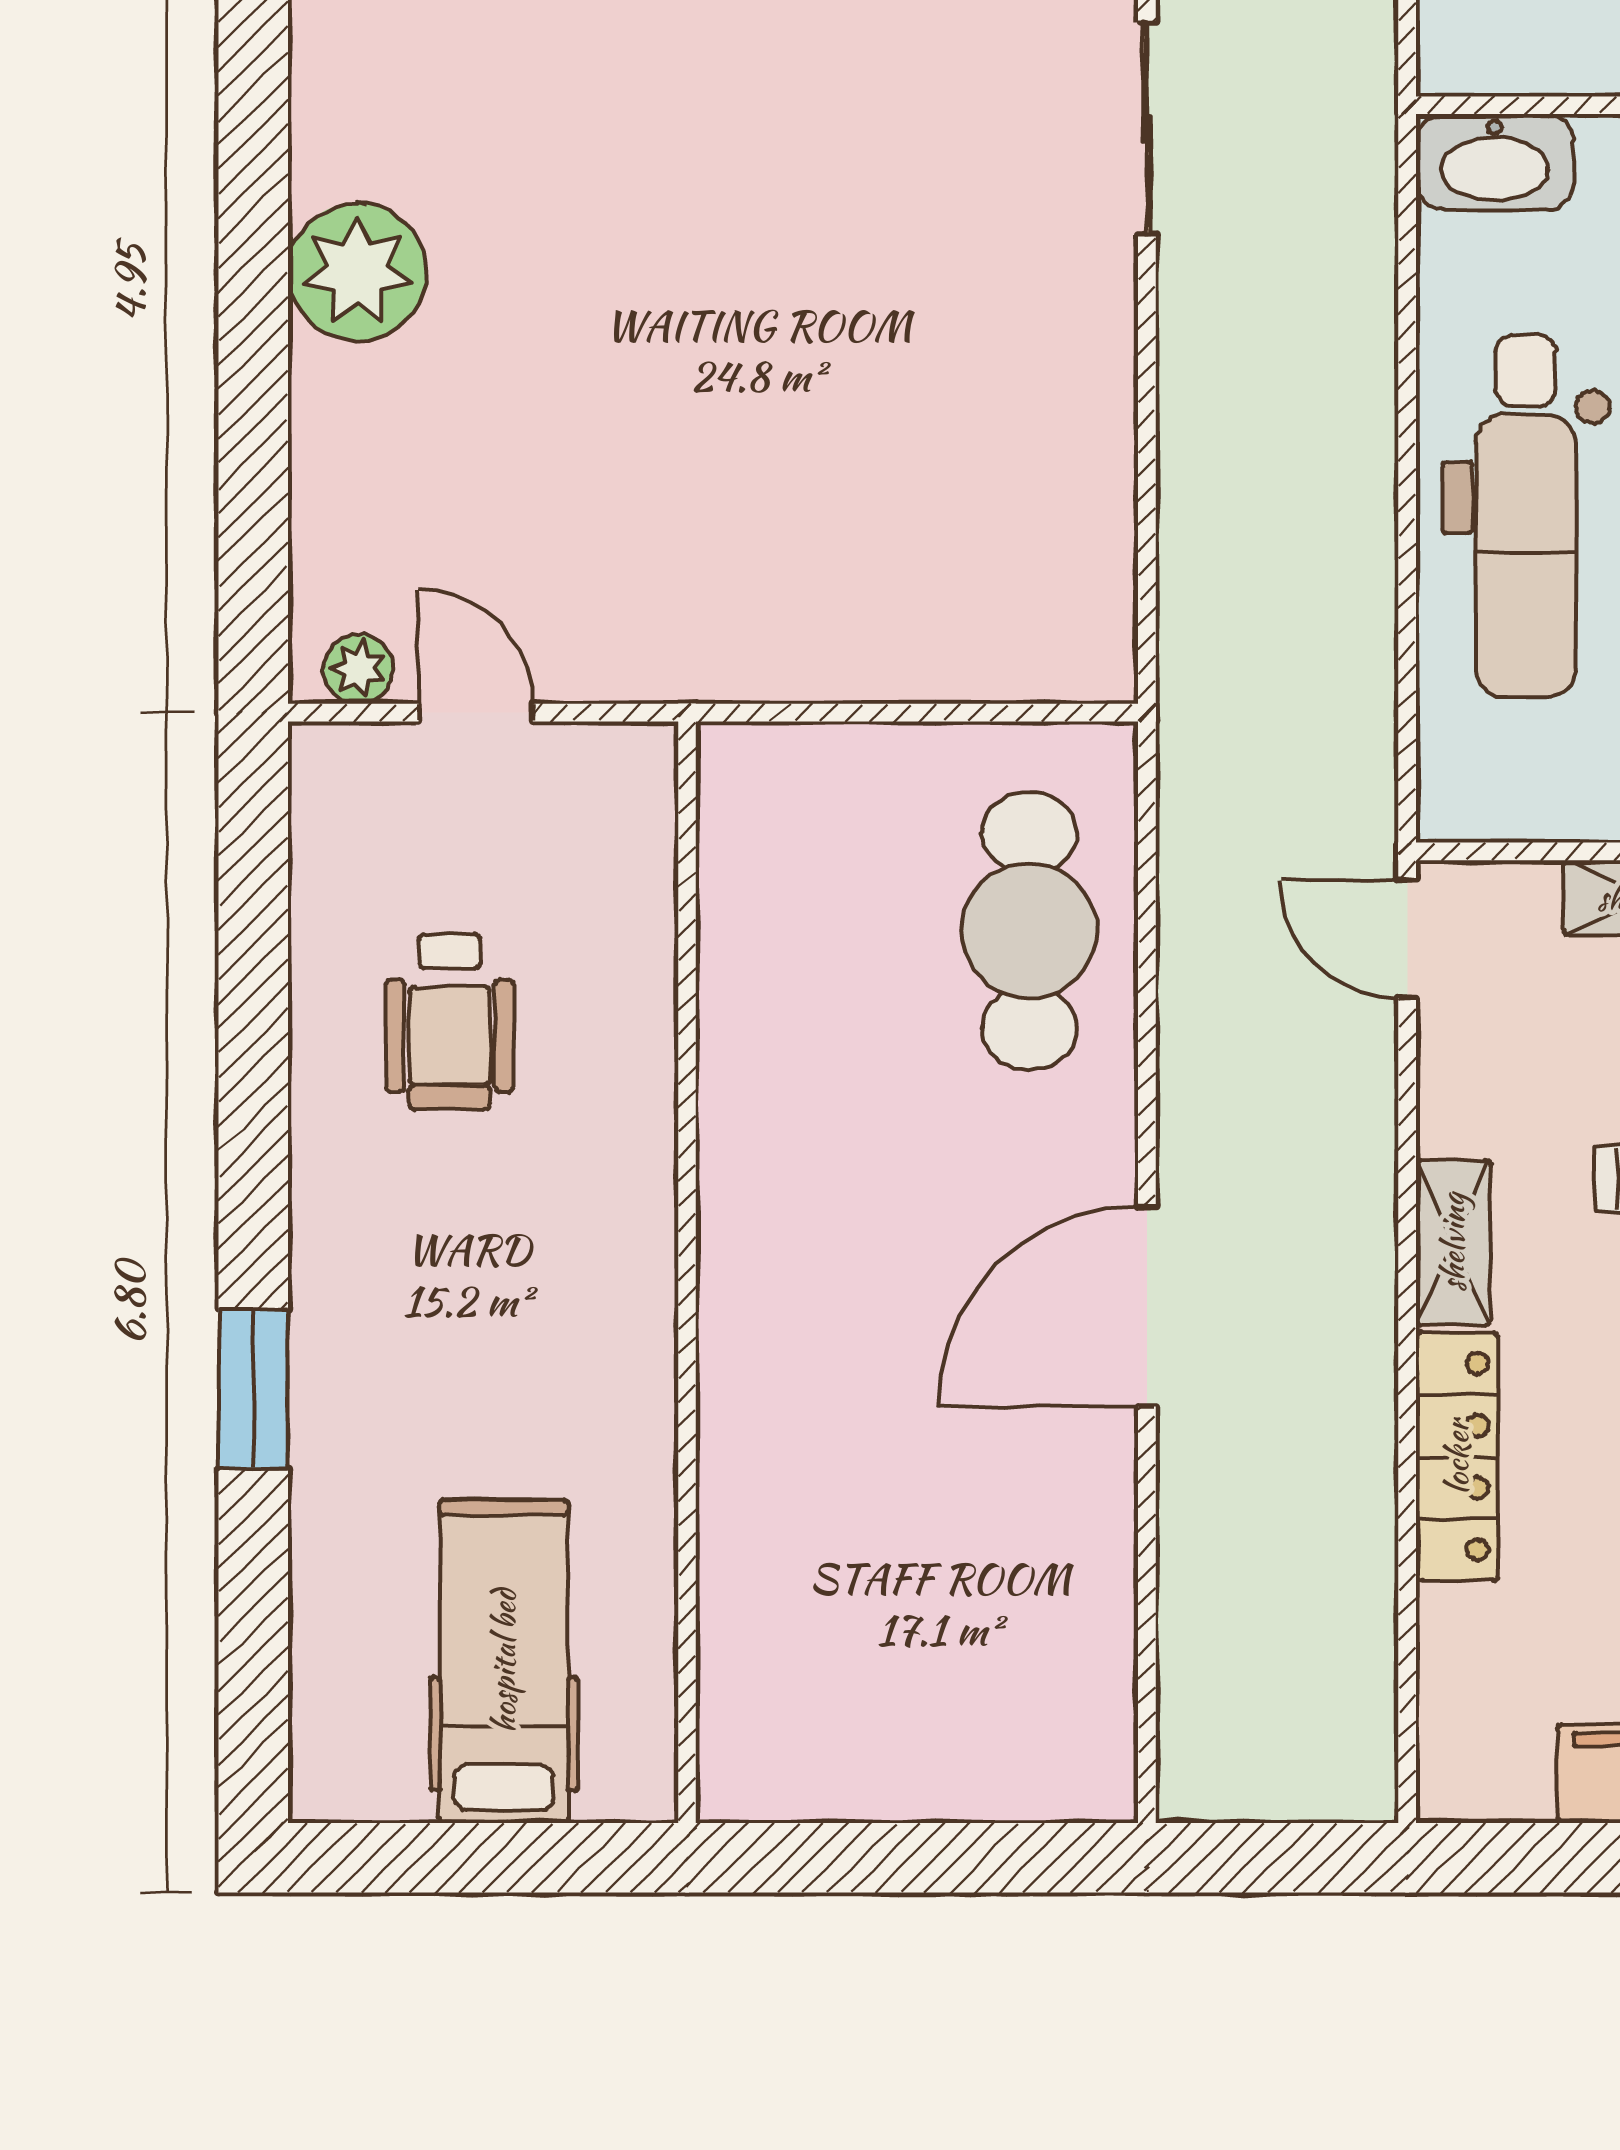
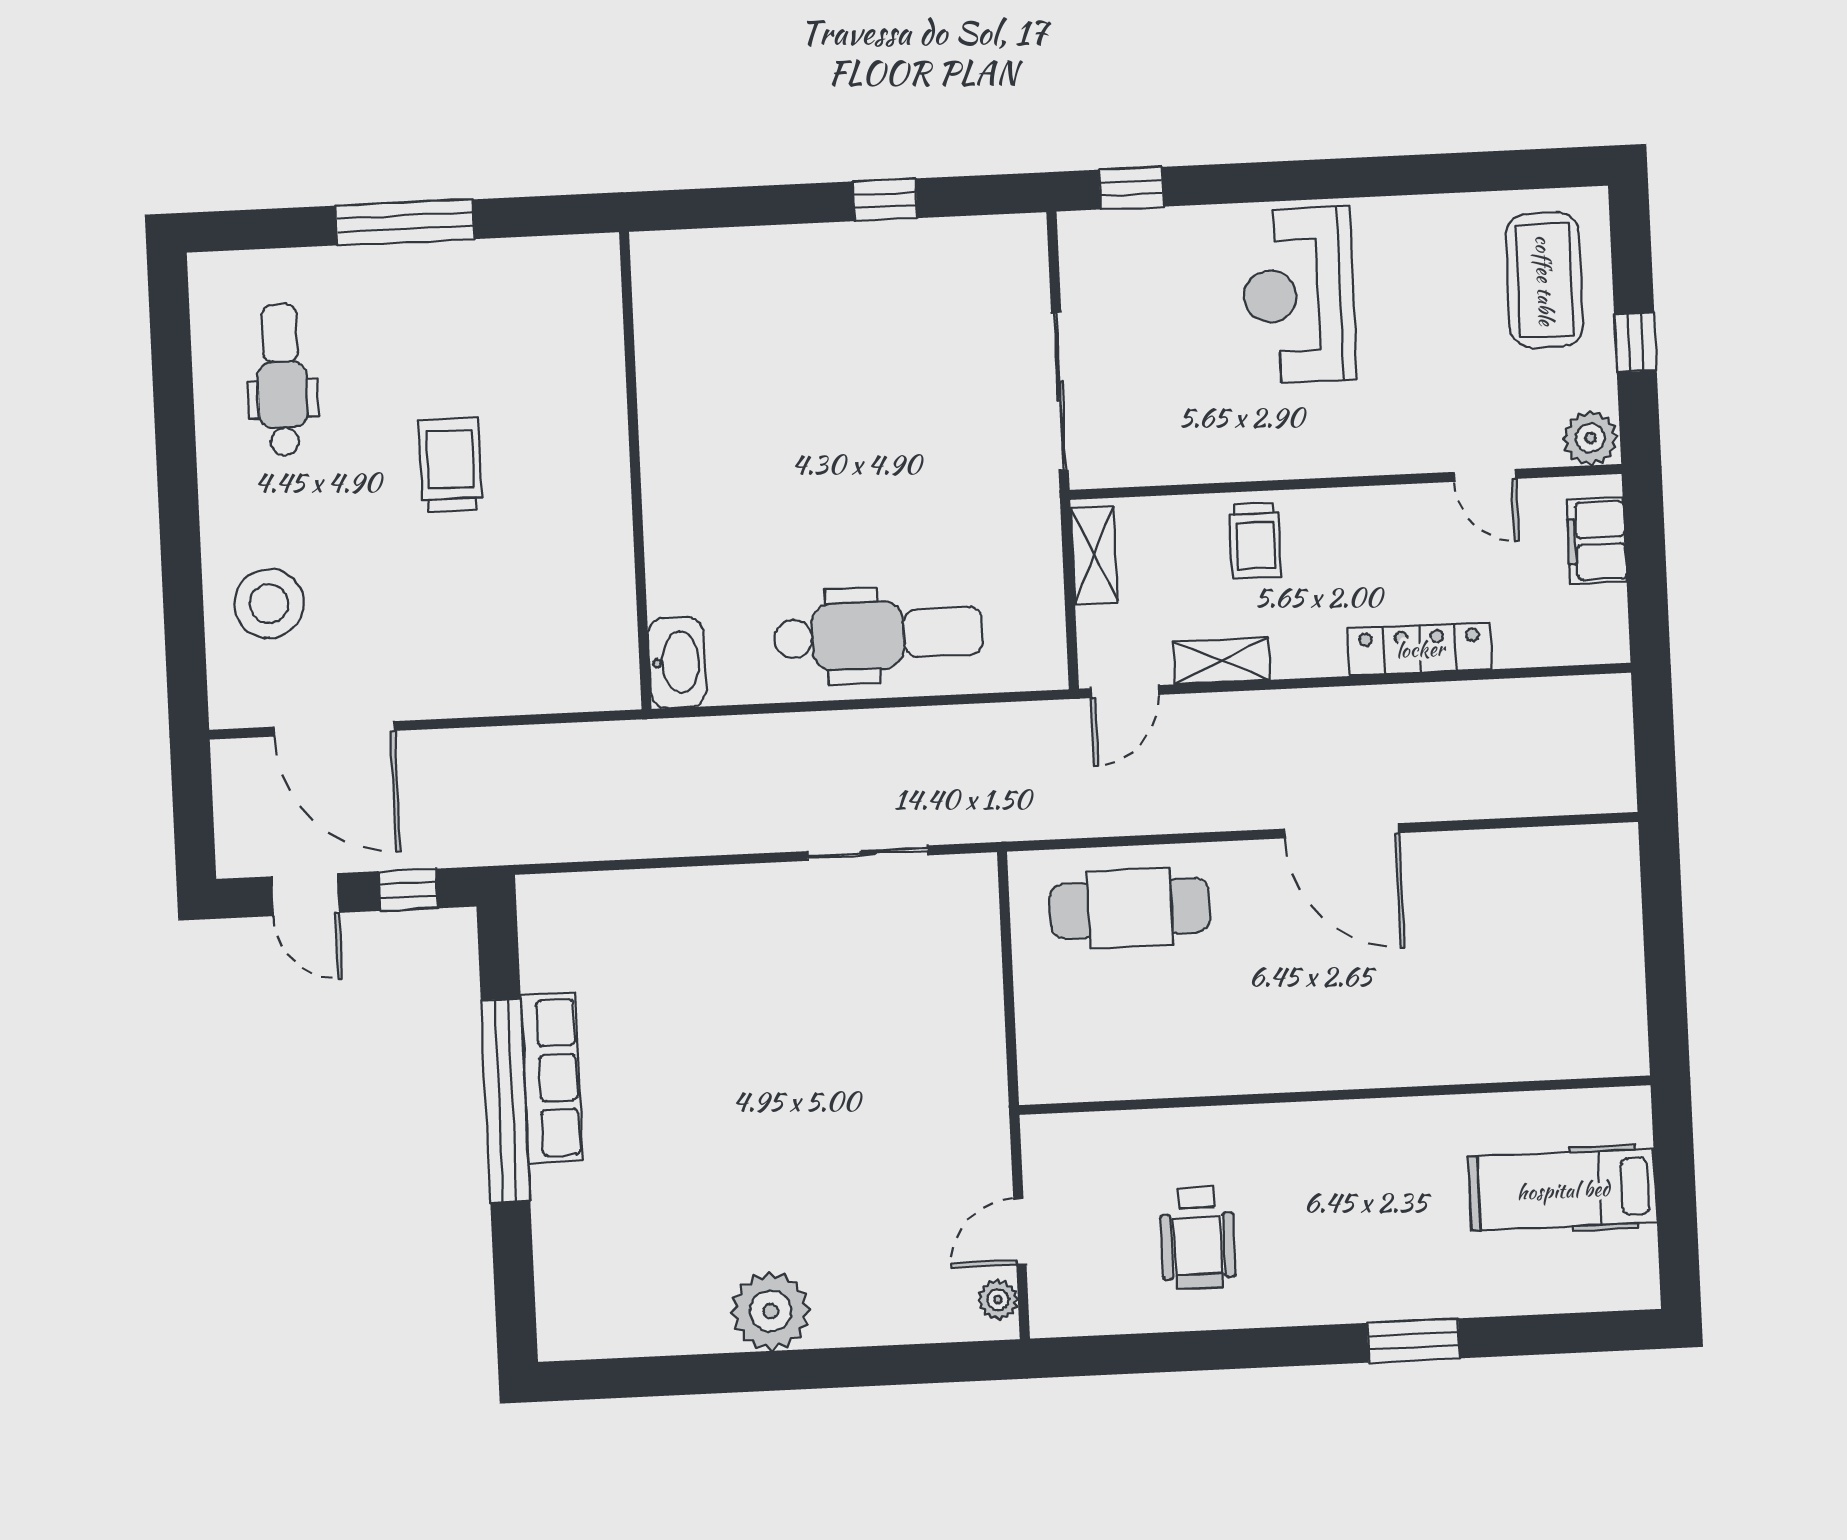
sliding door: (1147, 129) -> (868, 853), moved
wheelchair: (450, 1022) -> (1198, 1238), turned 90
shelving: (1453, 1242) -> (1222, 661), moved

